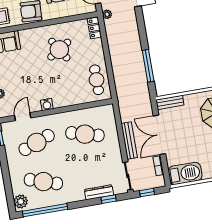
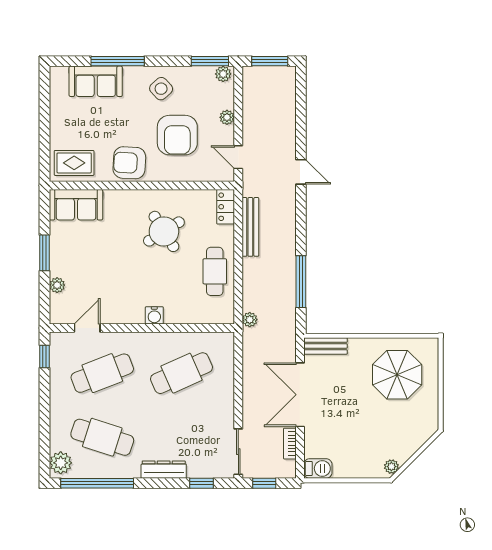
plant: (107, 14) -> (250, 320), moved
cafe table: (97, 80) -> (215, 271), moved
water cooler: (47, 104) -> (154, 315), moved
cafe table: (85, 134) -> (182, 373), turned -39
bench: (129, 141) -> (250, 227), moved
barbecue: (185, 173) -> (318, 468), width x0.53, depth x0.65
dresser: (99, 192) -> (164, 470), moved

